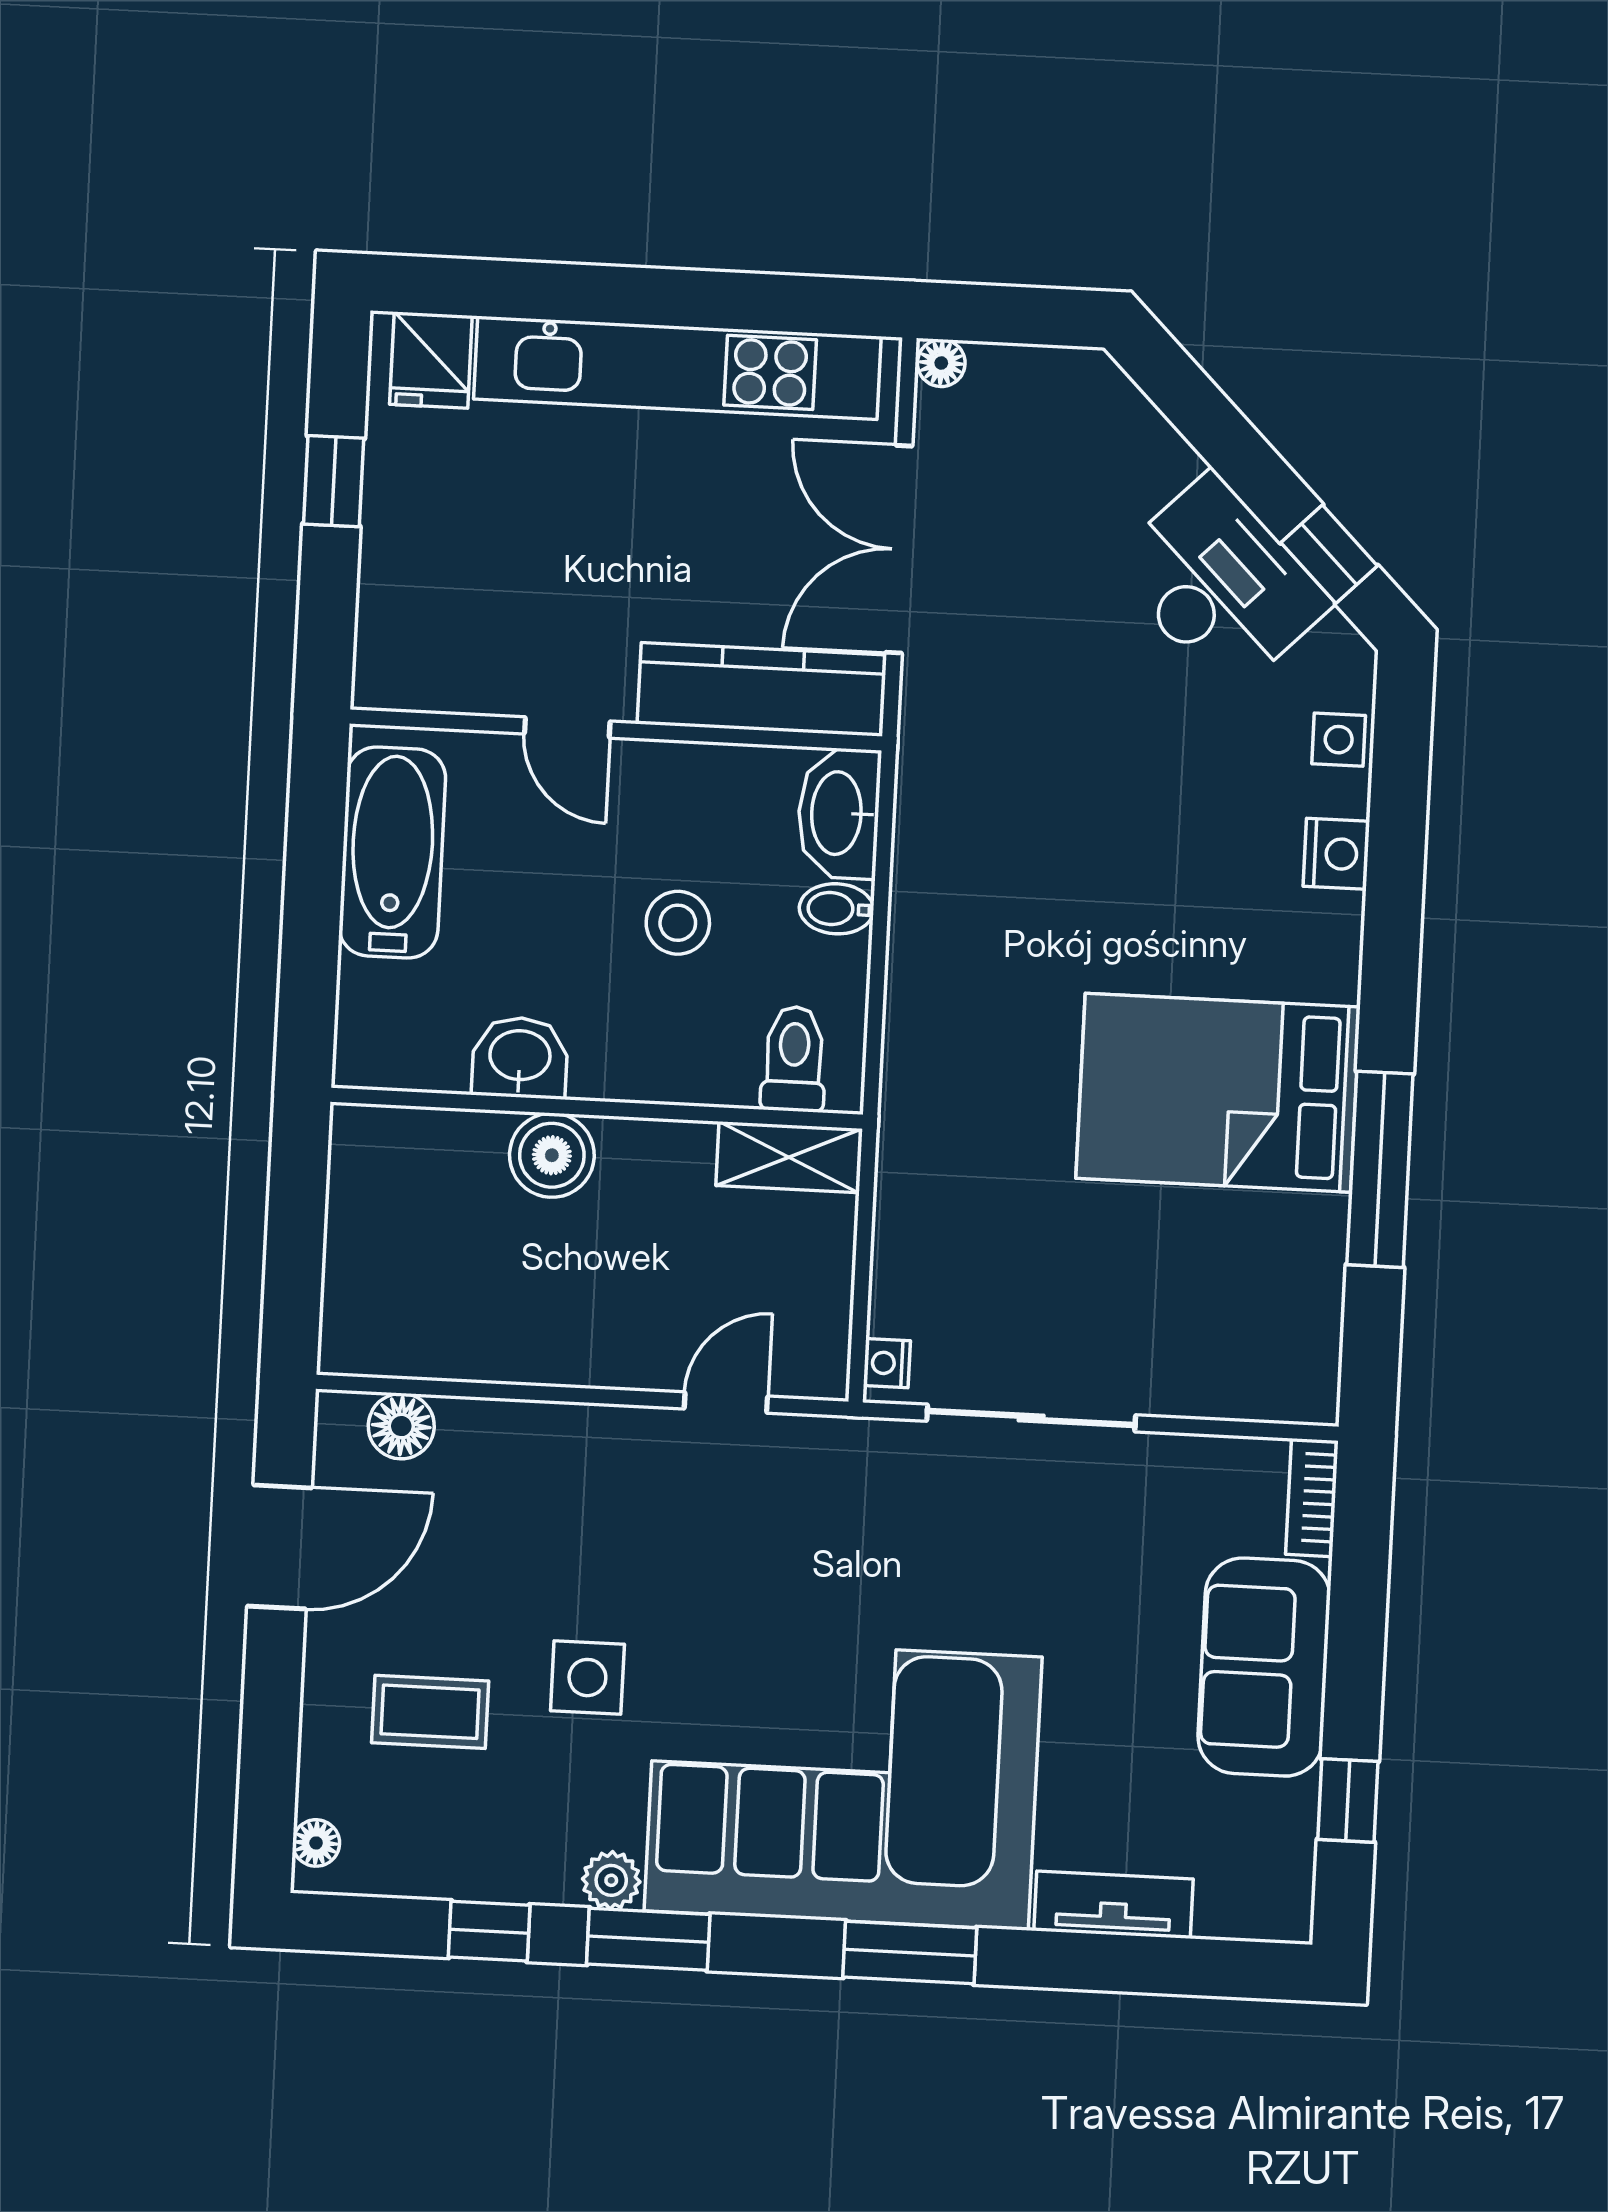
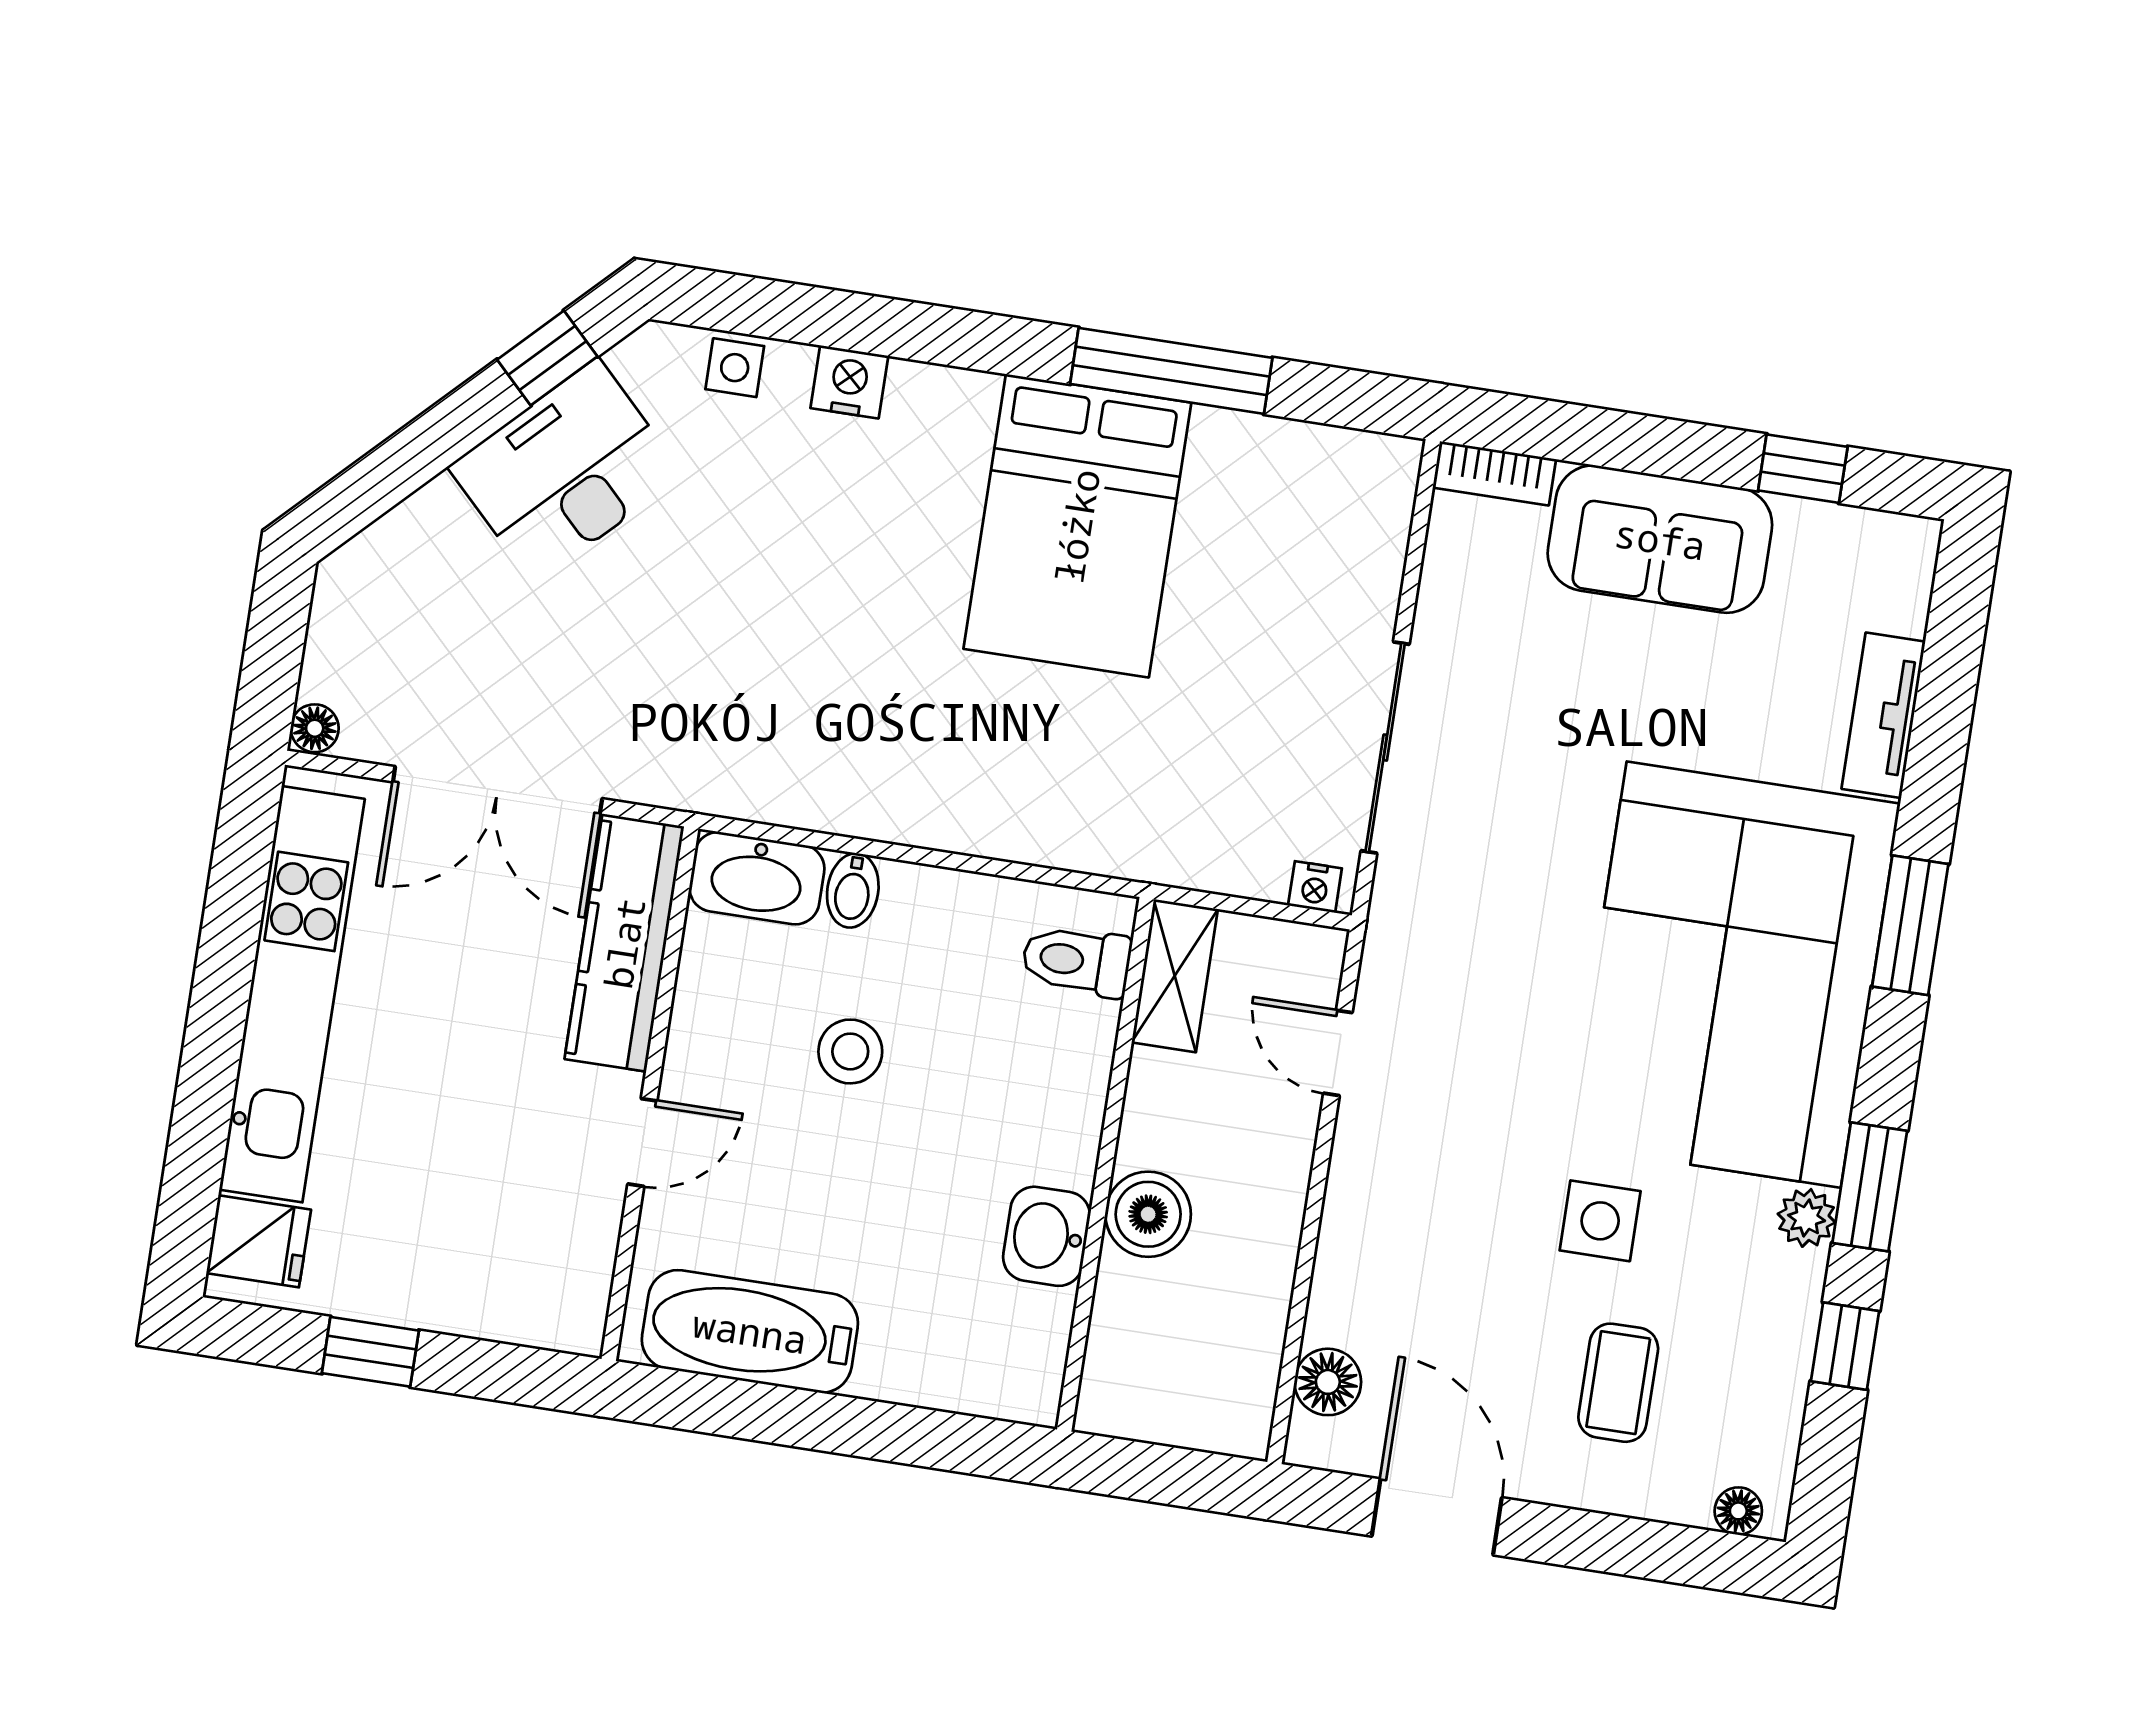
washbasin: (520, 1058) -> (1047, 1236), moved
toilet: (794, 1059) -> (1076, 961), moved
wall: (597, 1108) -> (1105, 1164), moved
boiler: (552, 1155) -> (1148, 1214), moved
shelving: (789, 1157) -> (1175, 976), moved

